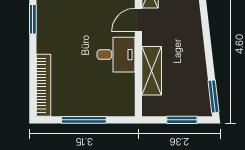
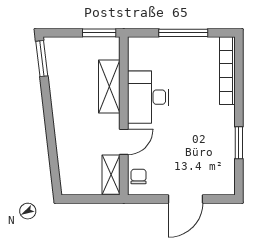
desk: (116, 55) -> (148, 97), width x1.37
window: (182, 120) -> (99, 33), moved

